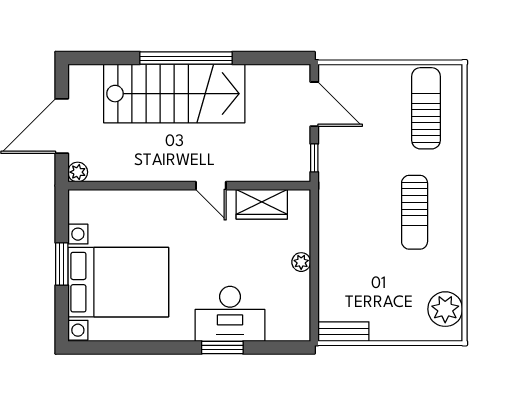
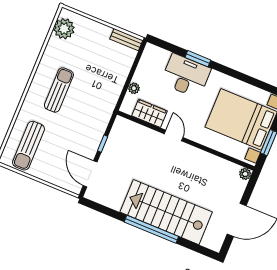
plant: (78, 172) -> (245, 174), moved
wall: (189, 186) -> (186, 141), moved
door: (211, 186) -> (174, 136), moved
wardrobe: (262, 204) -> (149, 113), moved

